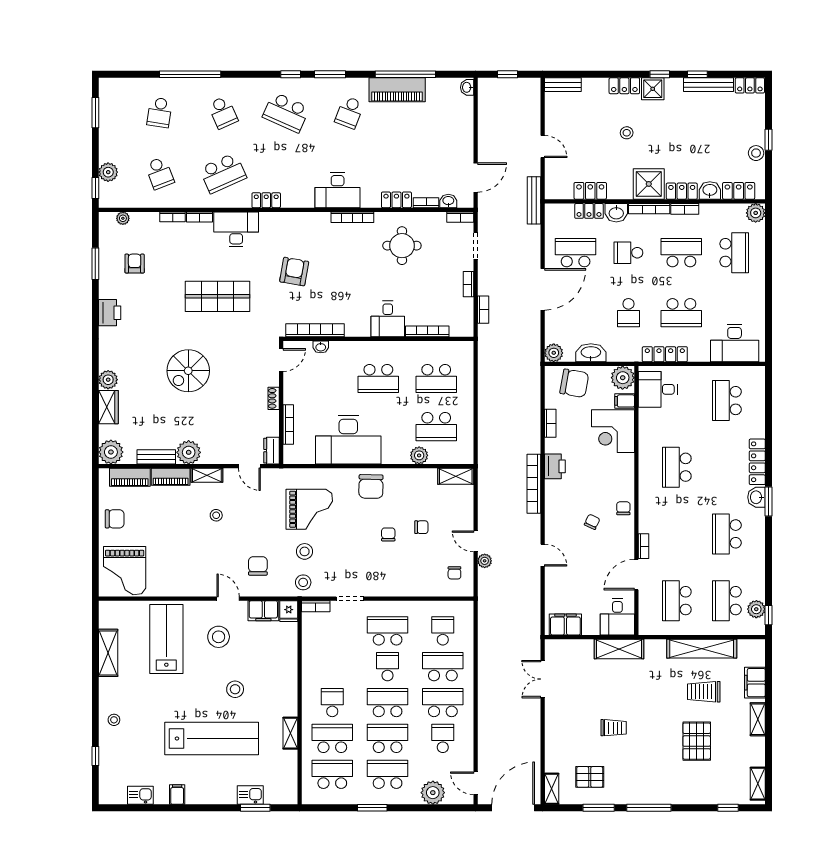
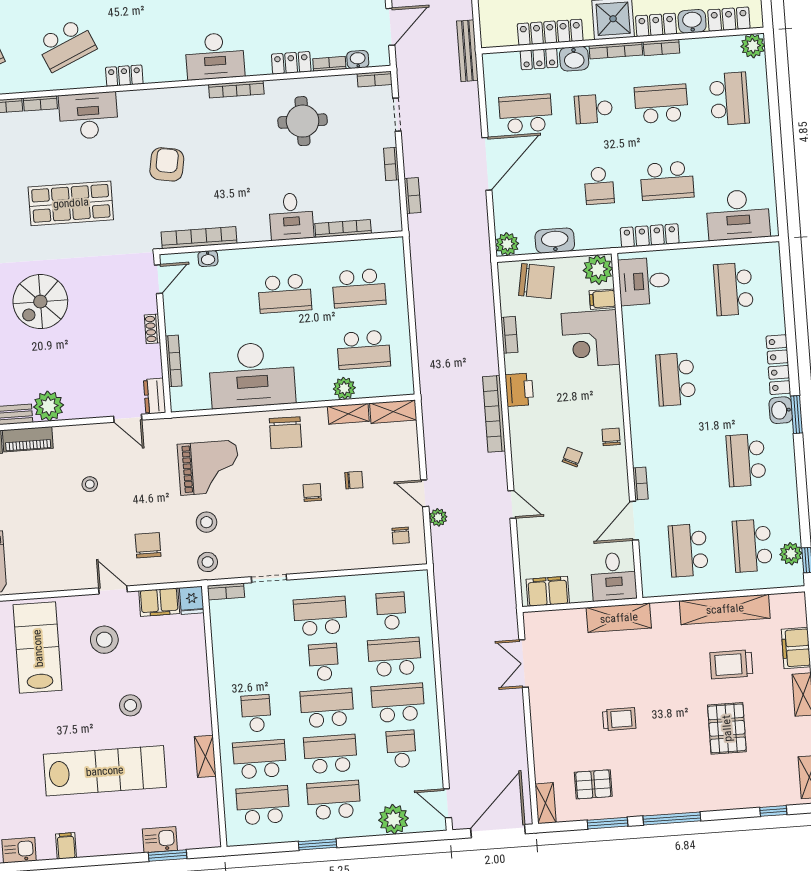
locker: (590, 191) -> (550, 32), width x1.53
shelving: (207, 475) -> (348, 414), moved

